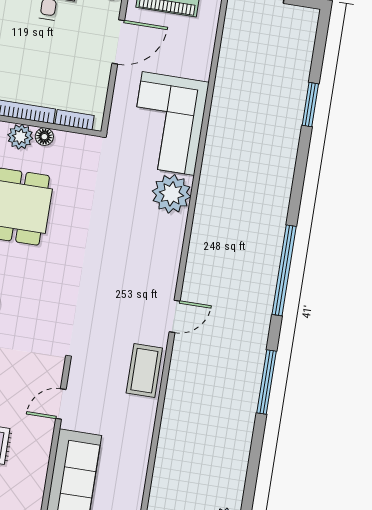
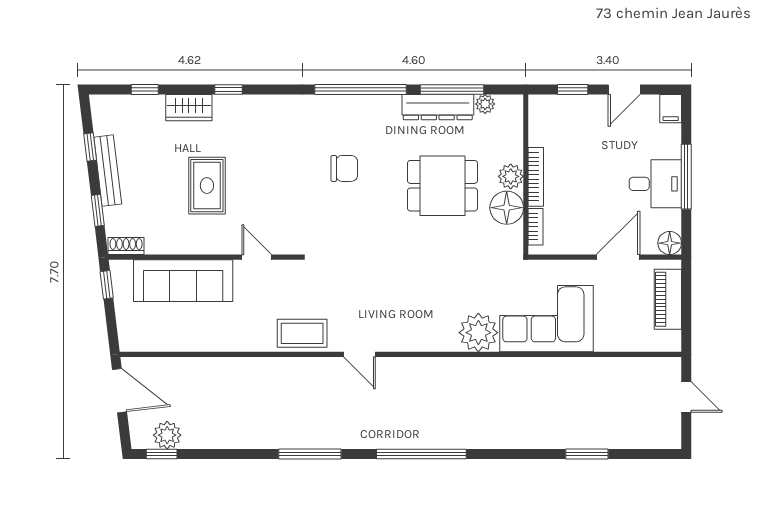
door: (118, 42) -> (618, 257), swing flipped
floor lamp: (44, 137) -> (507, 208), width x1.89, depth x1.89

